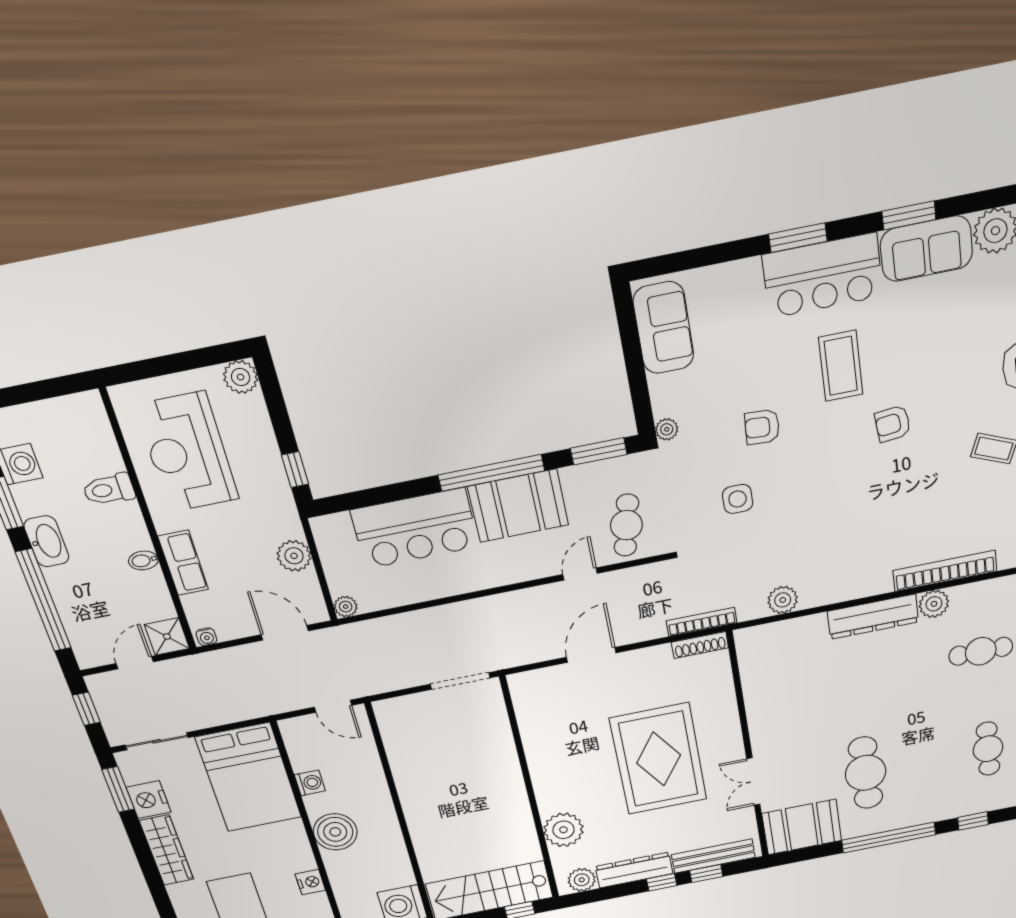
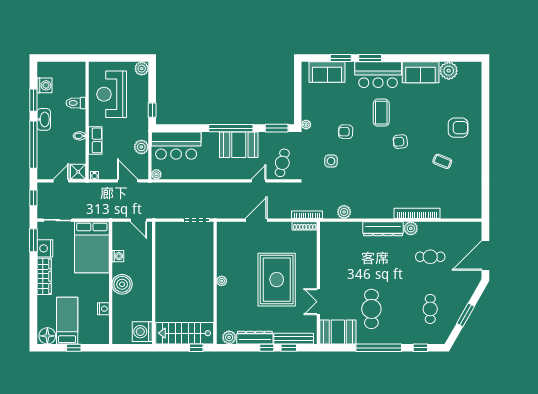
window: (909, 215) -> (341, 58), moved
sofa: (664, 328) -> (327, 72), moved, turned 90
bar counter: (415, 528) -> (176, 146), moved
plant: (563, 830) -> (222, 281), moved, width x0.53, depth x0.53

